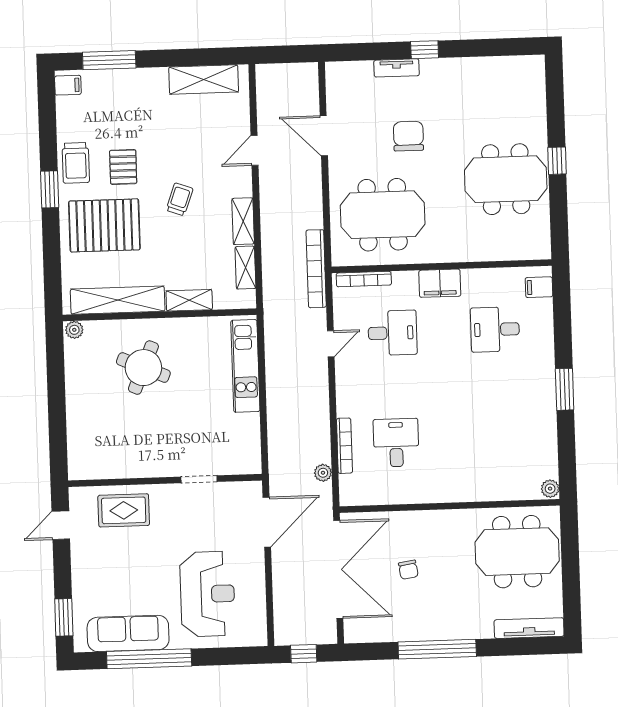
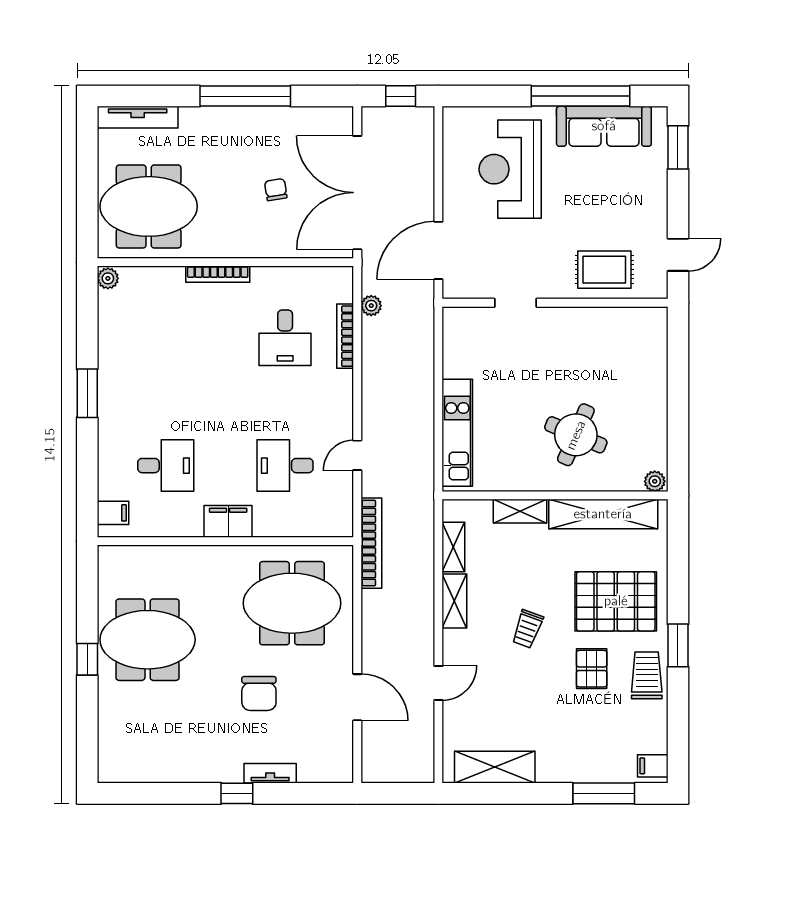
bookcase: (364, 279) -> (218, 274), moved, turned 180

